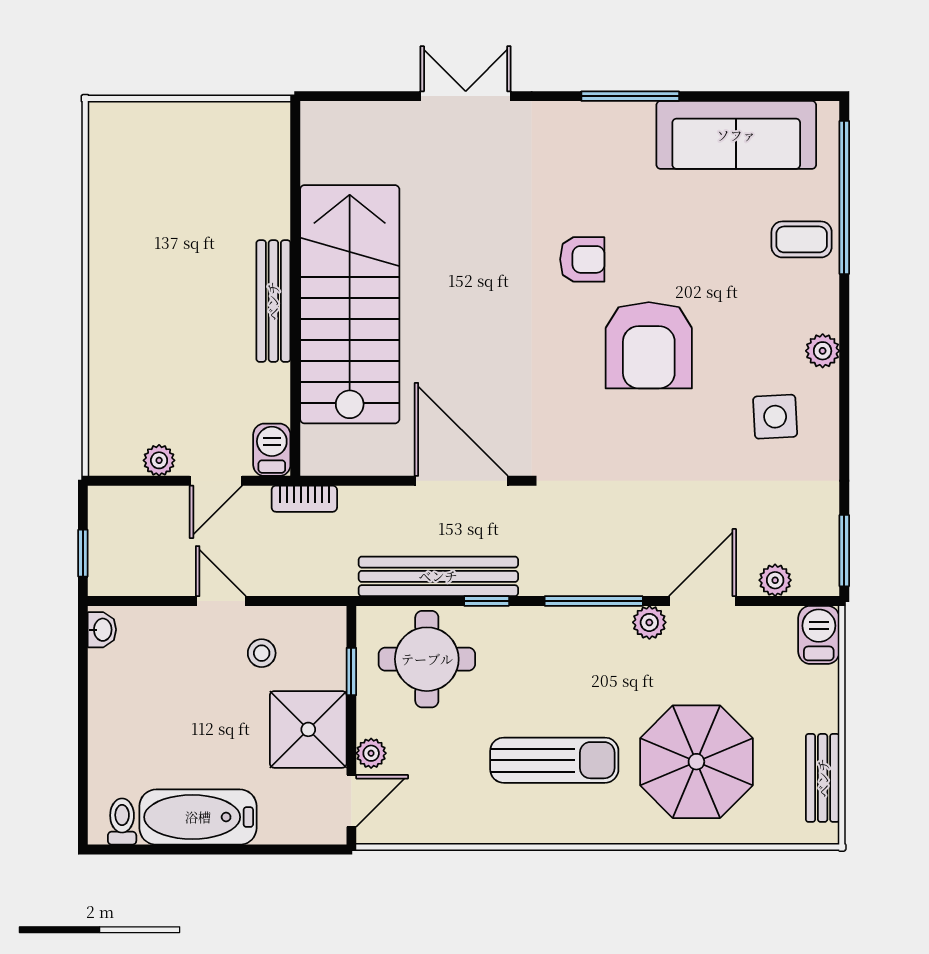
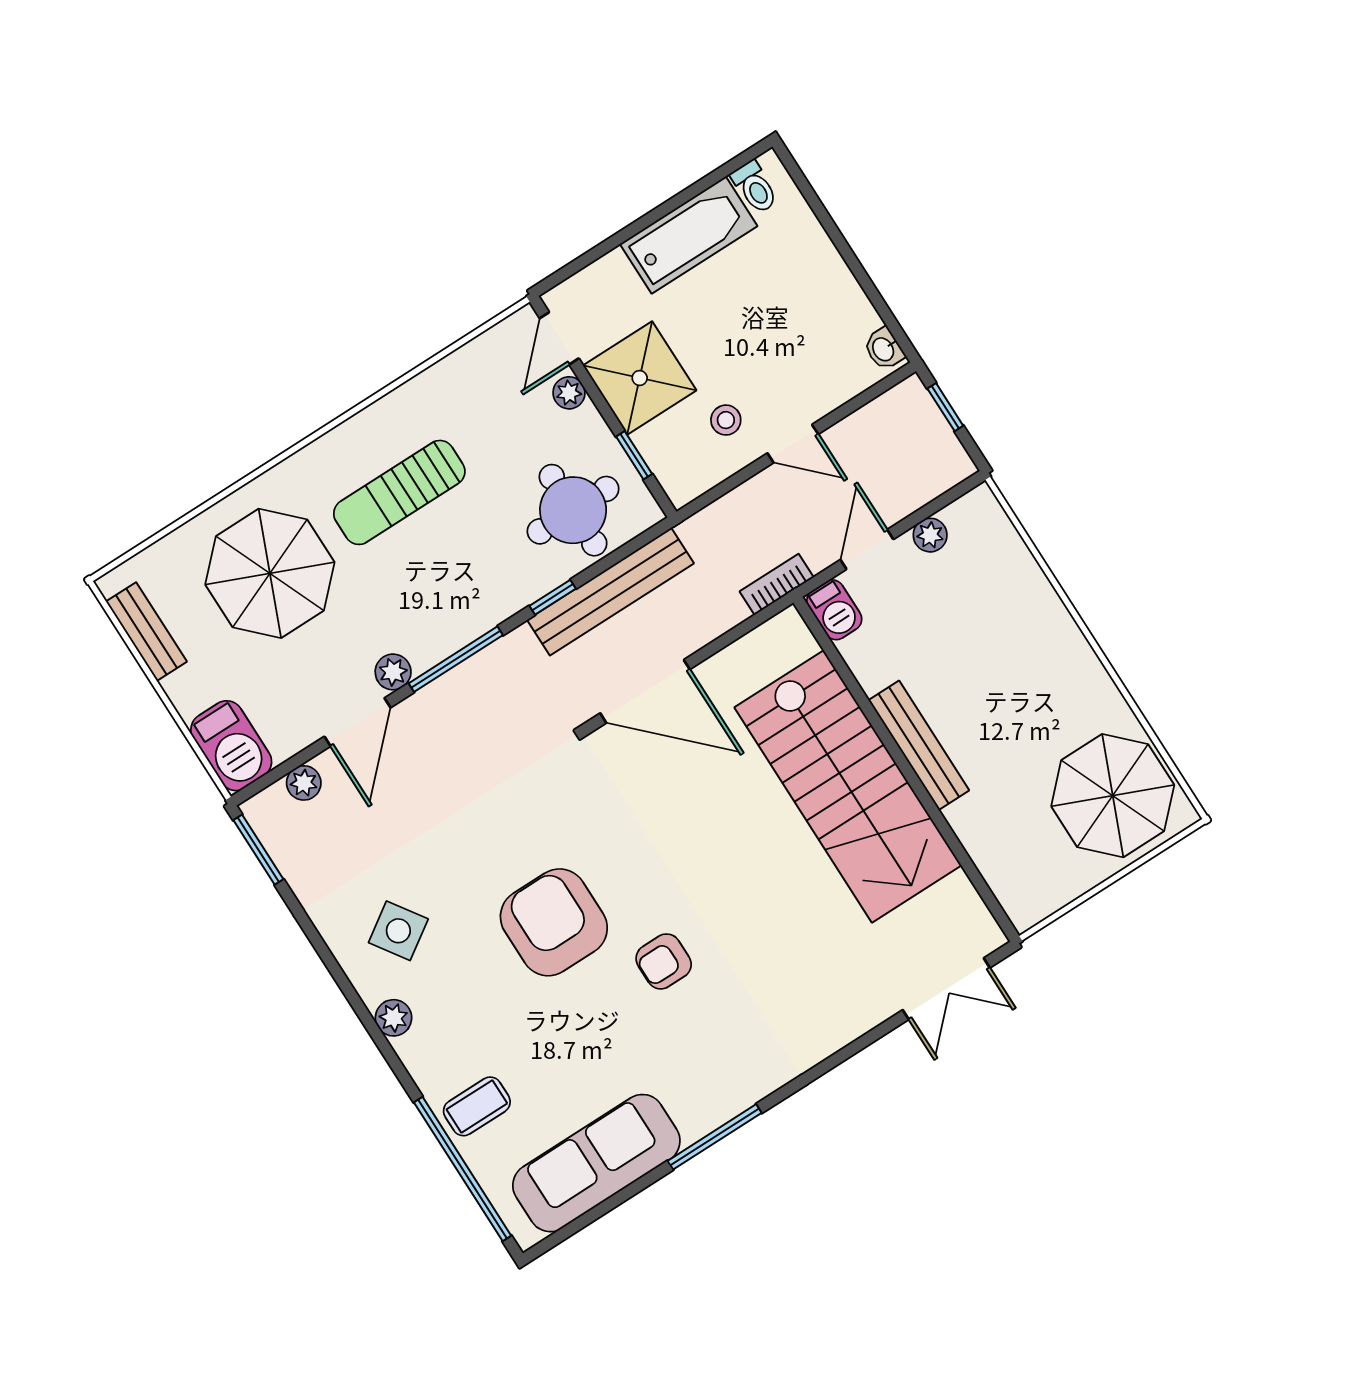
double door: (466, 96) -> (946, 989), moved
parasol: (147, 164) -> (1113, 796), added
side table: (775, 417) -> (398, 931), turned -31
barbecue: (819, 635) -> (231, 746), width x1.38, depth x1.27

